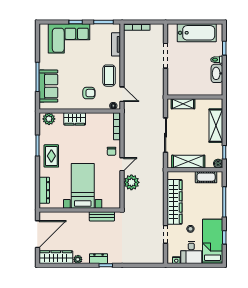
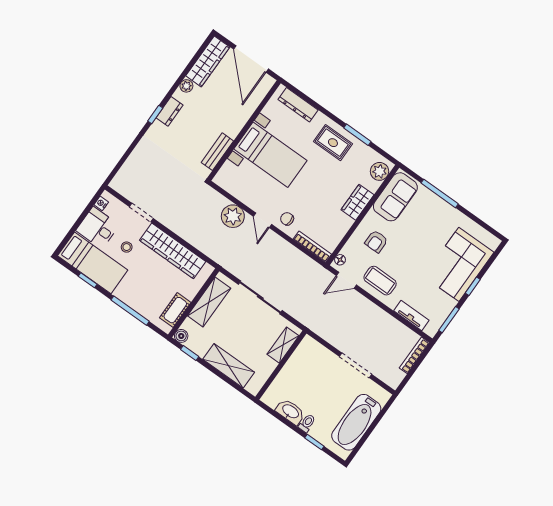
sofa: (48, 86) -> (395, 197), moved, turned -90

